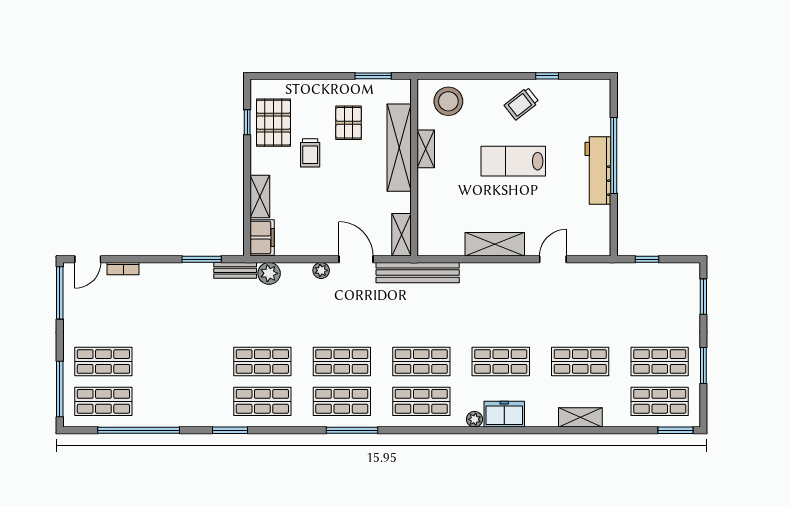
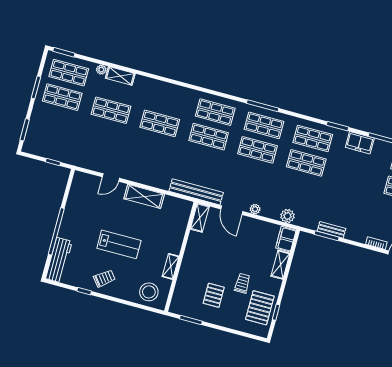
shelving: (399, 148) -> (187, 272), removed
workbench: (598, 171) -> (59, 260), moved
bench: (235, 270) -> (331, 230), moved
freezer: (504, 414) -> (360, 143), moved
plant: (475, 419) -> (101, 70), moved

